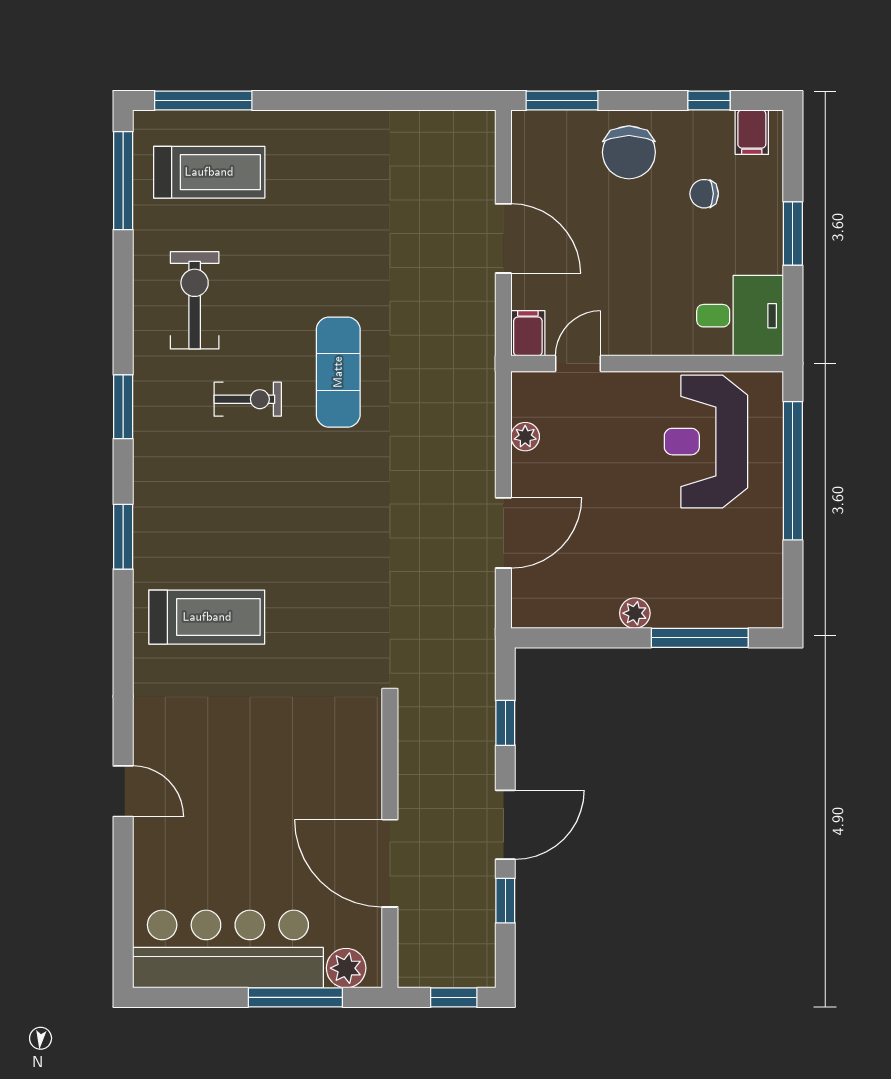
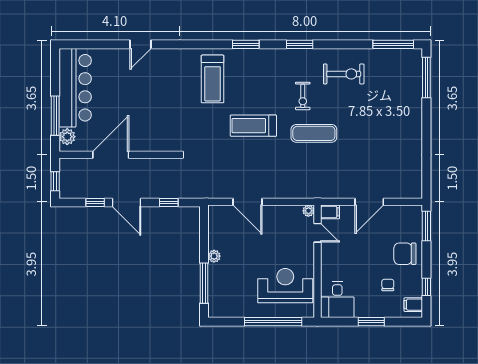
treadmill: (209, 172) -> (253, 126), moved, turned 90
plant: (525, 437) -> (308, 211), moved

